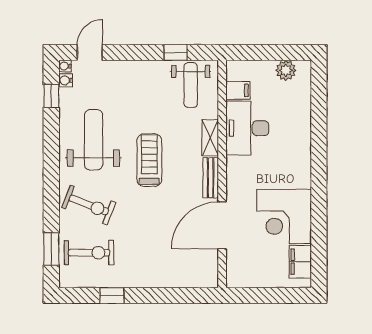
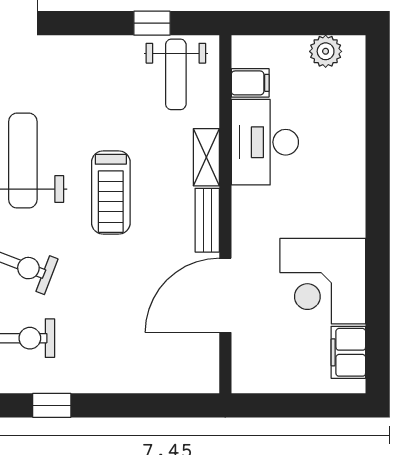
treadmill: (149, 160) -> (111, 193), turned 180

